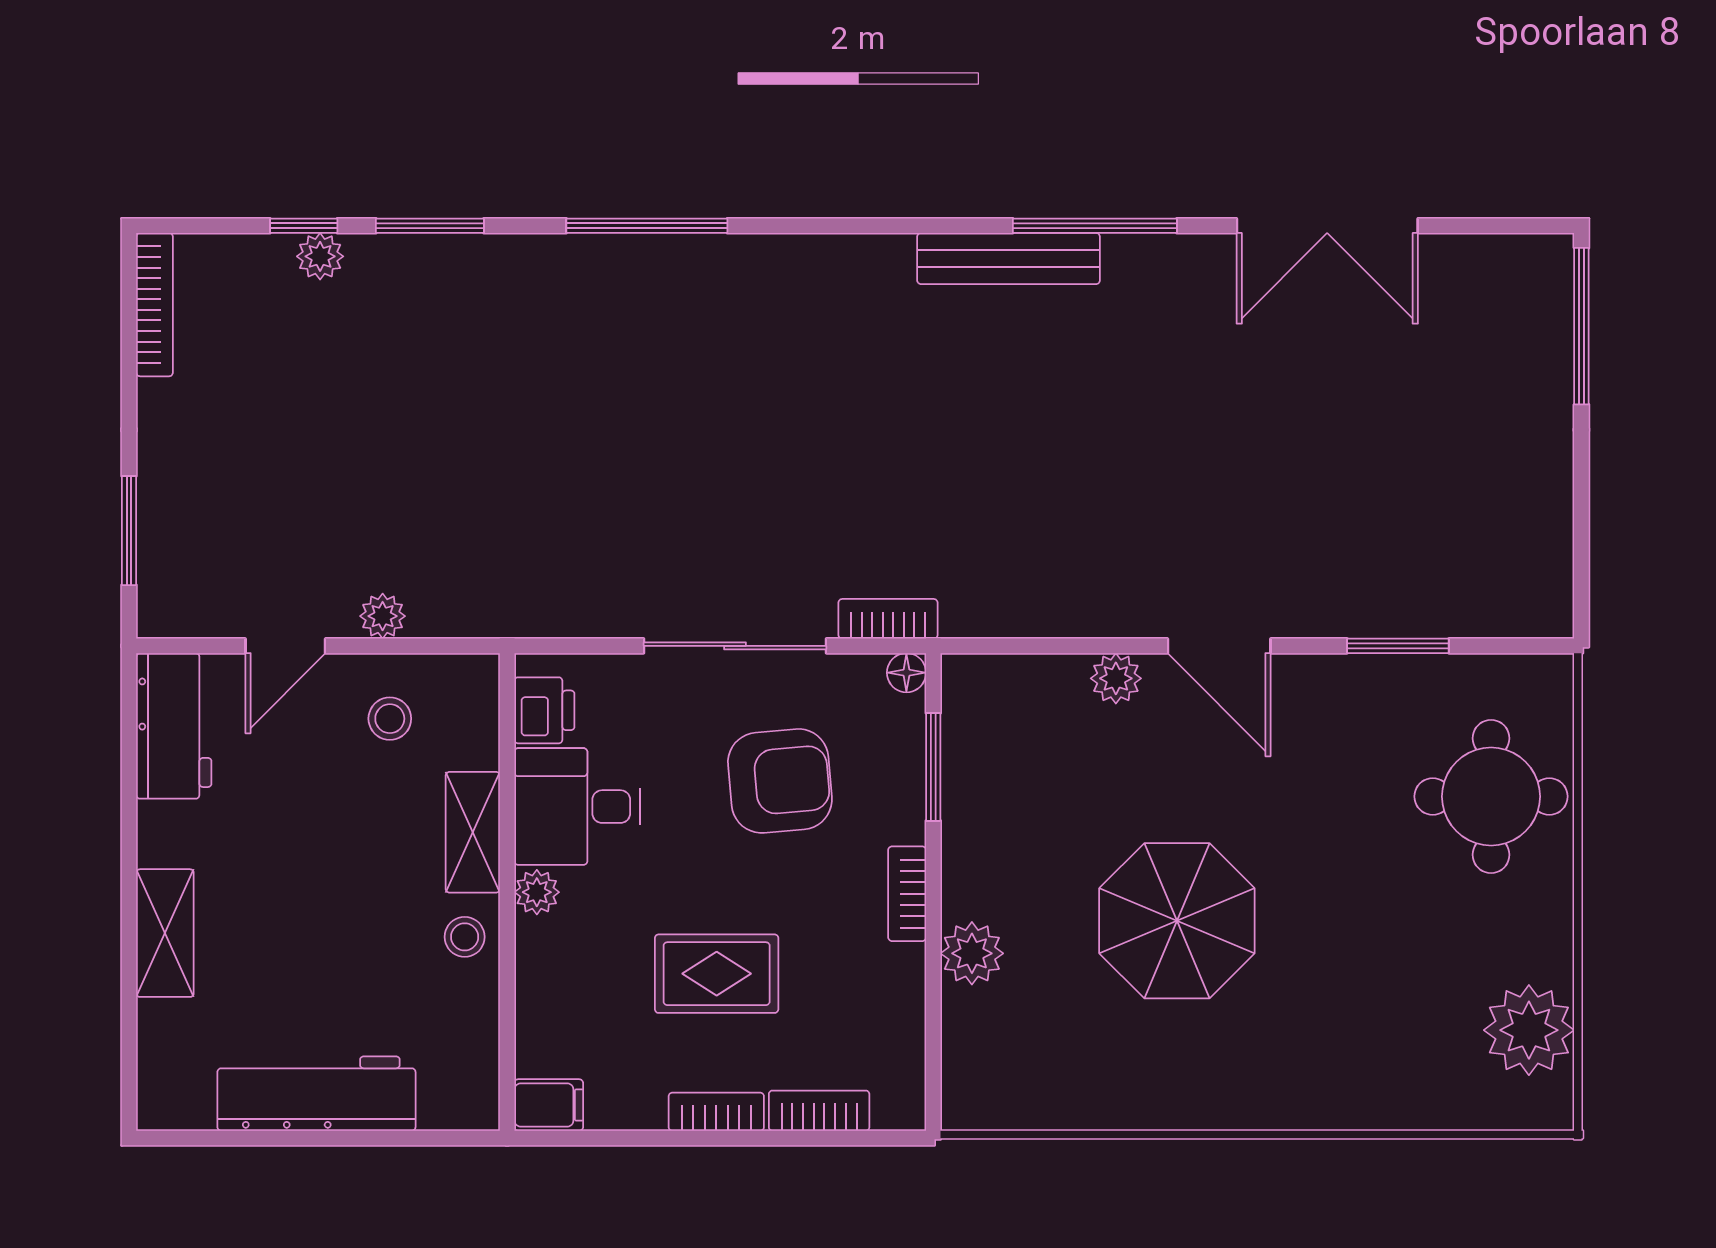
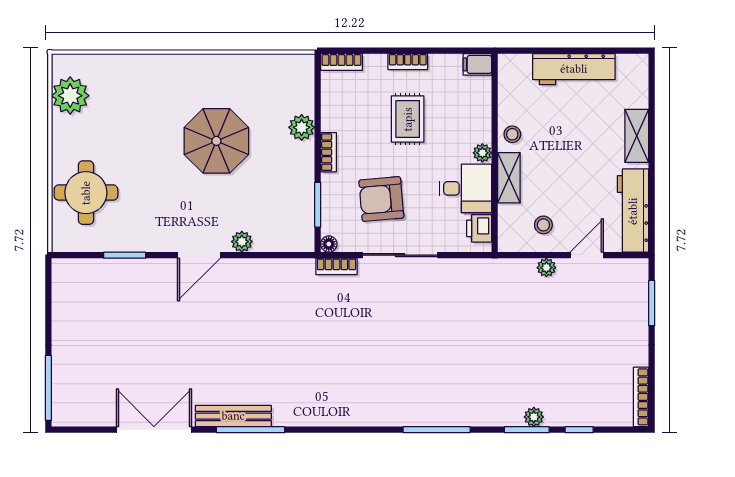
plant: (320, 256) -> (534, 417), moved
bench: (1009, 259) -> (233, 416), moved
door: (1219, 646) -> (199, 255), swing flipped
workbench: (174, 726) -> (633, 211), width x1.37
rug: (717, 974) -> (408, 119), turned 90
bookcase: (819, 1111) -> (342, 62), moved

